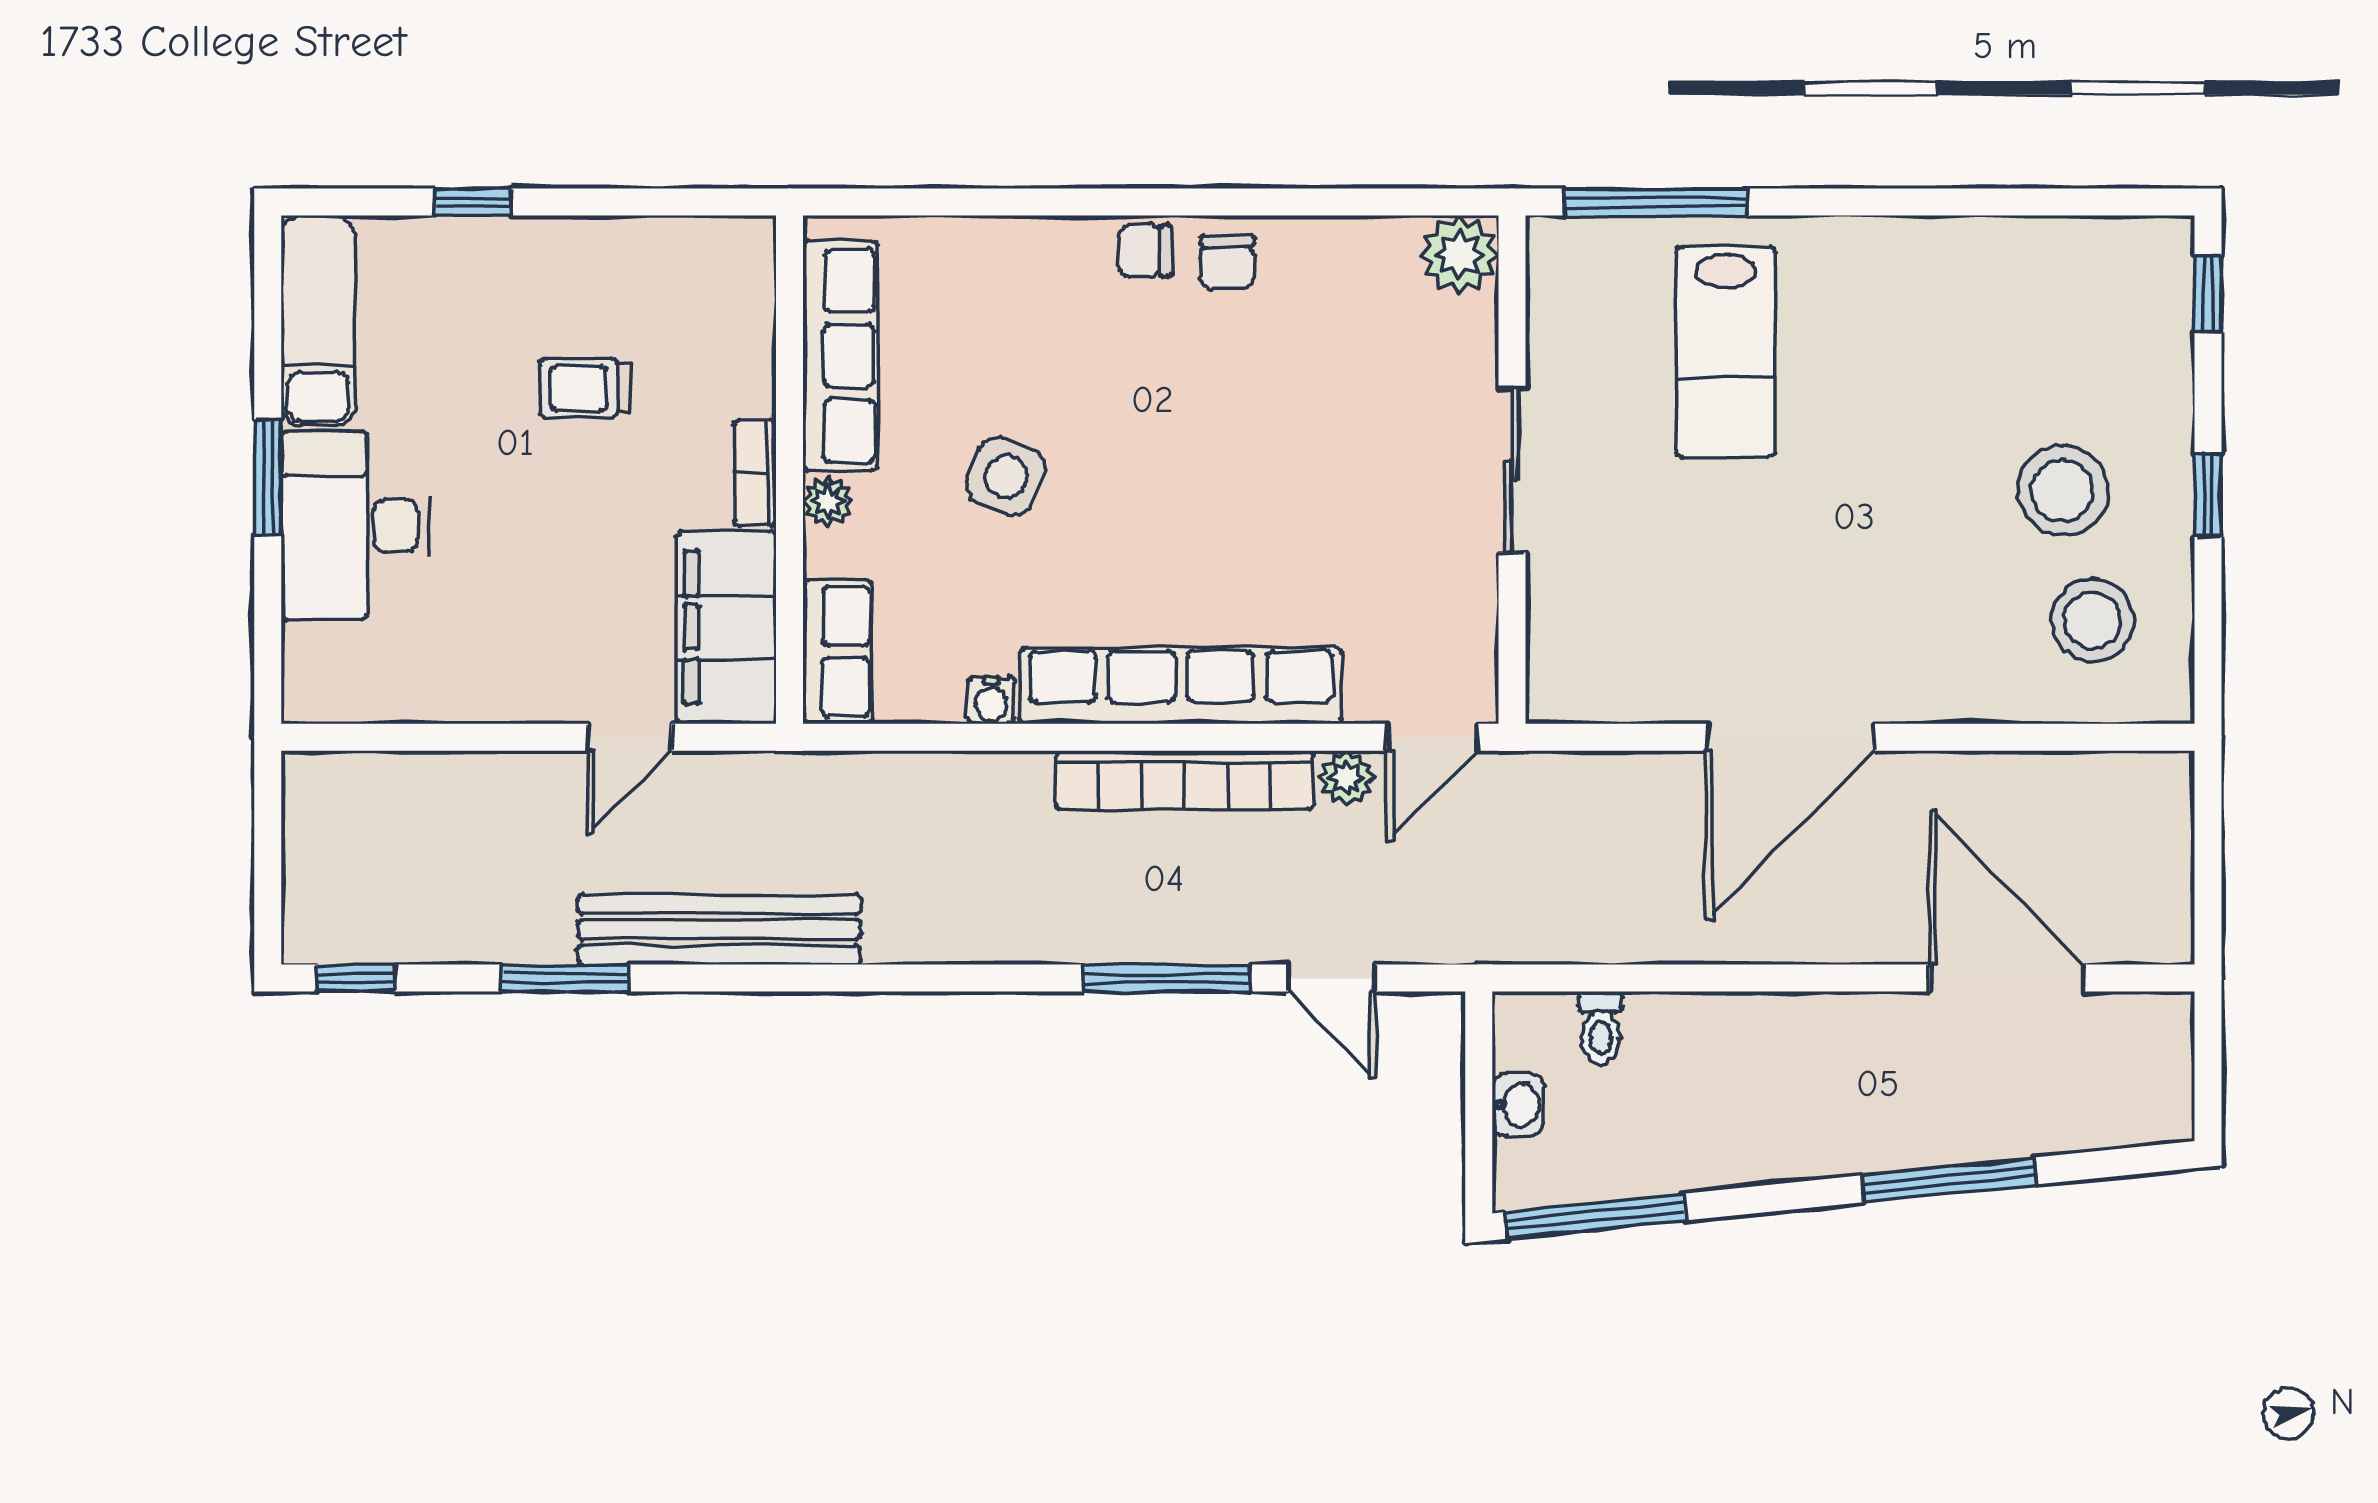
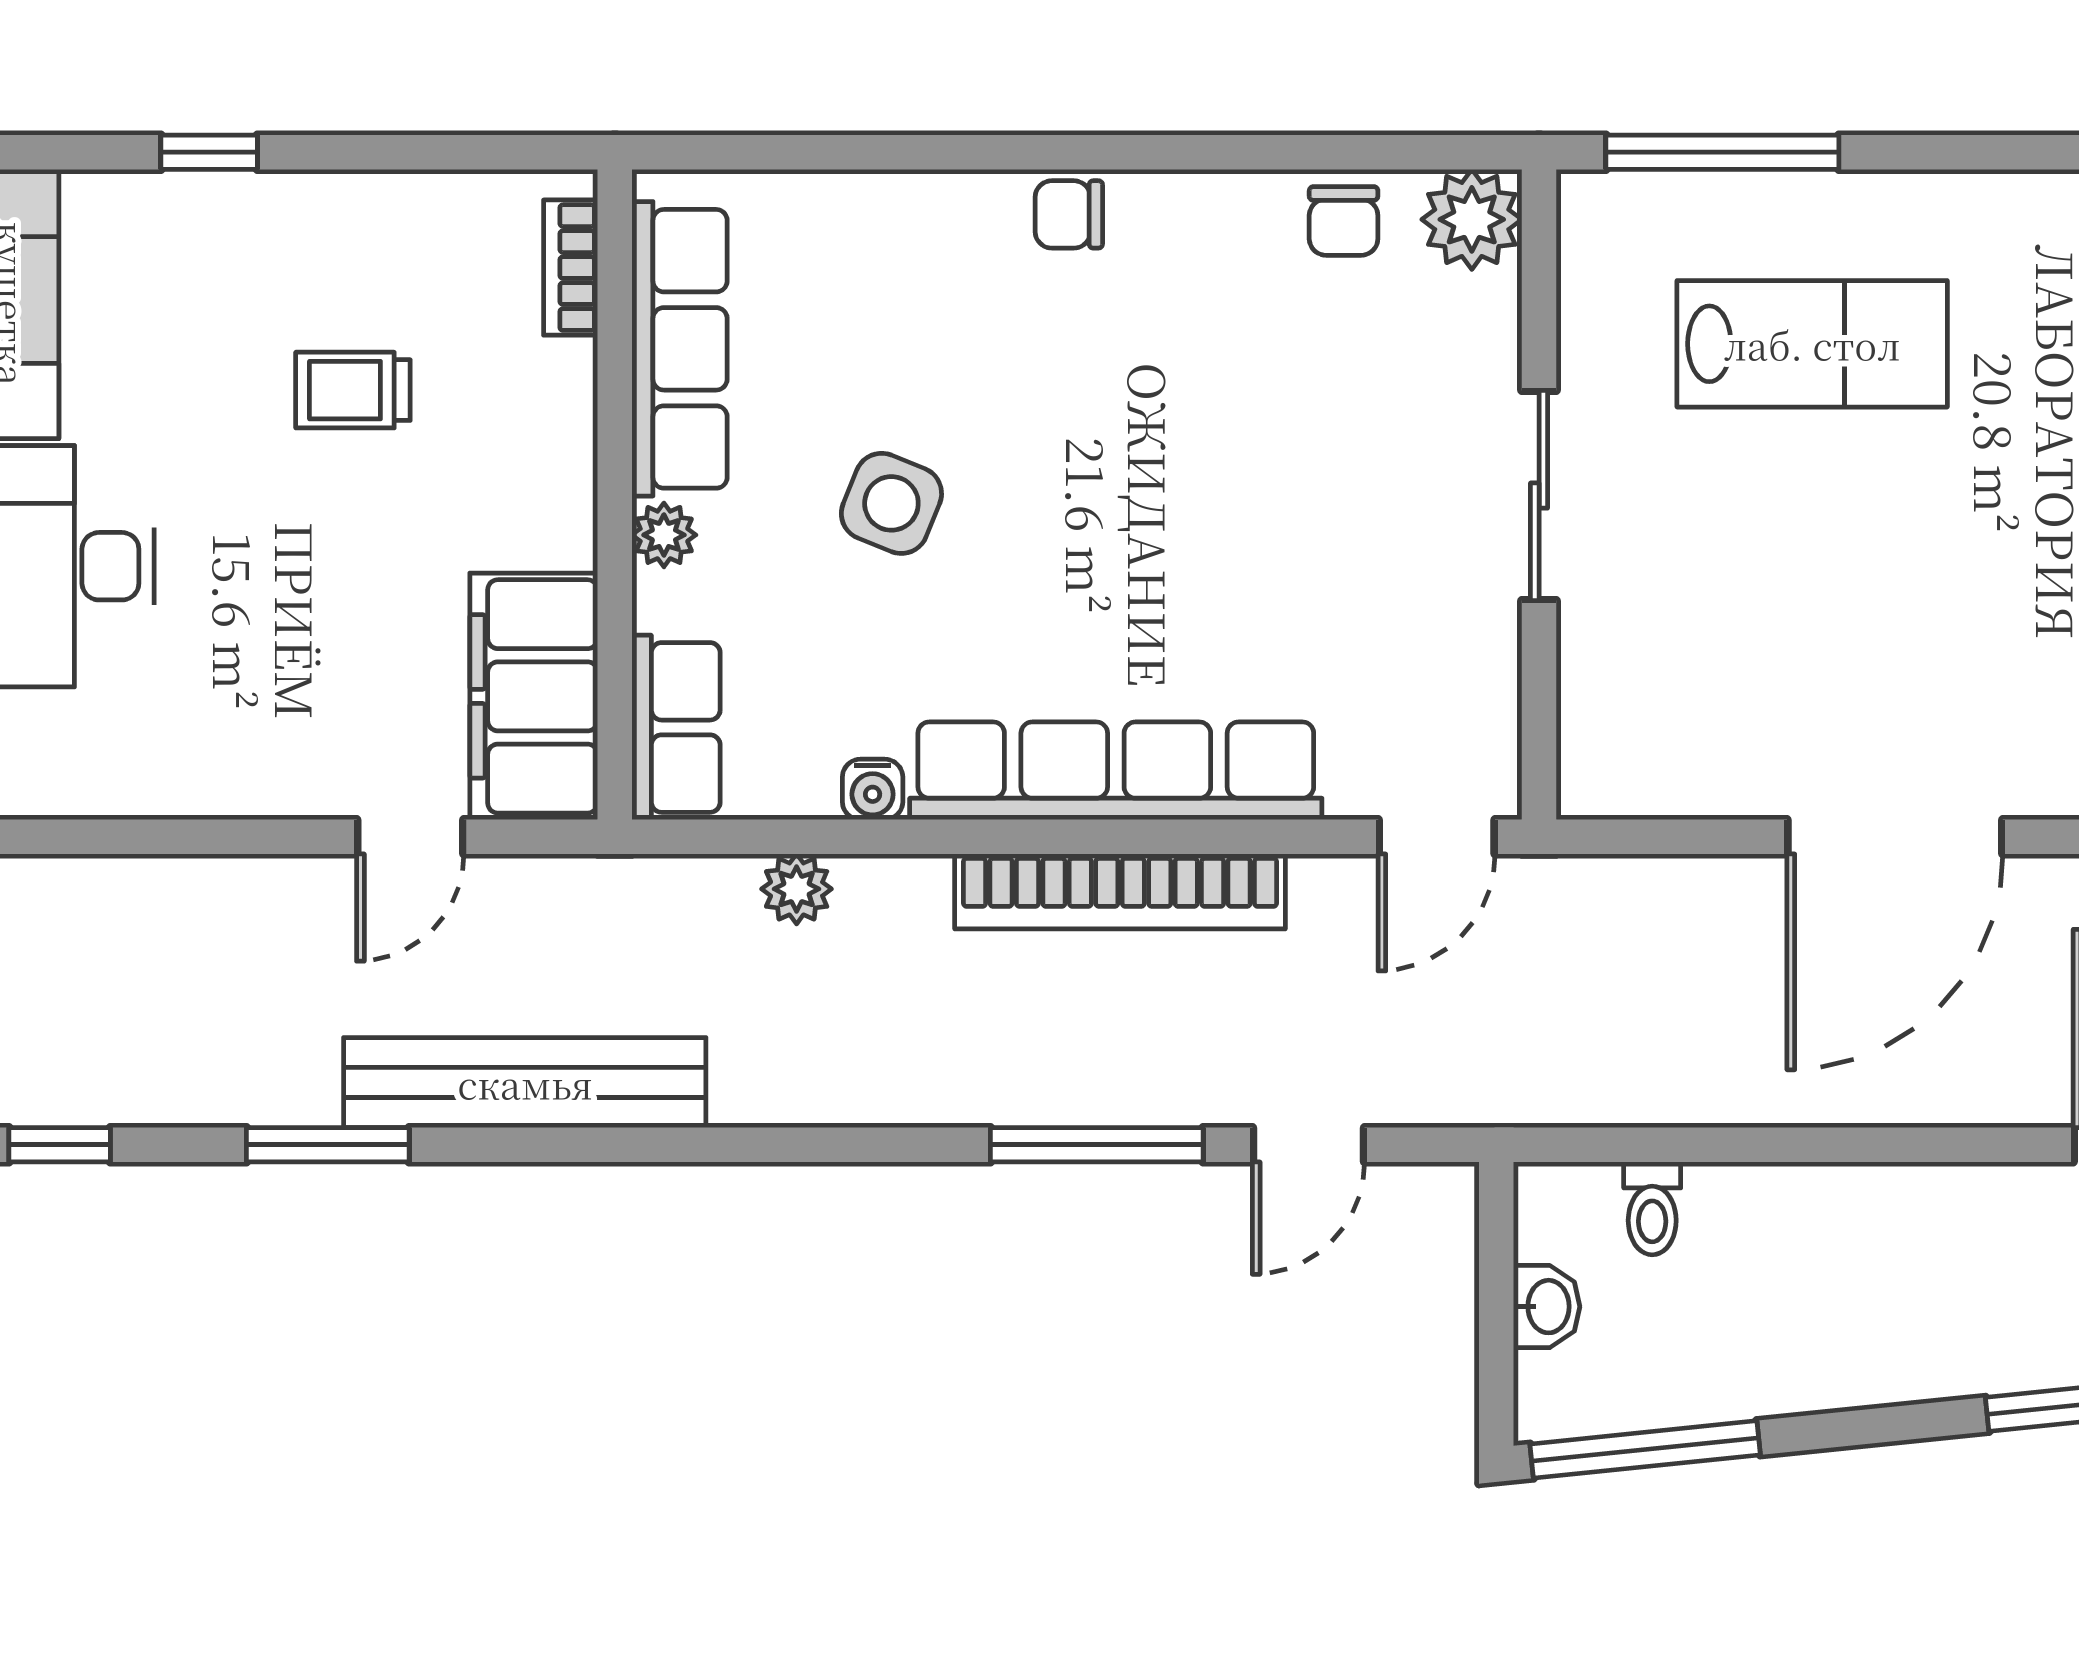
chair: (1227, 262) -> (1344, 221), moved
lab bench: (1726, 352) -> (1812, 344), turned -90
bookcase: (755, 473) -> (571, 268), moved
plant: (1347, 778) -> (797, 889), moved
door: (1332, 978) -> (1308, 1145), hinge flipped

